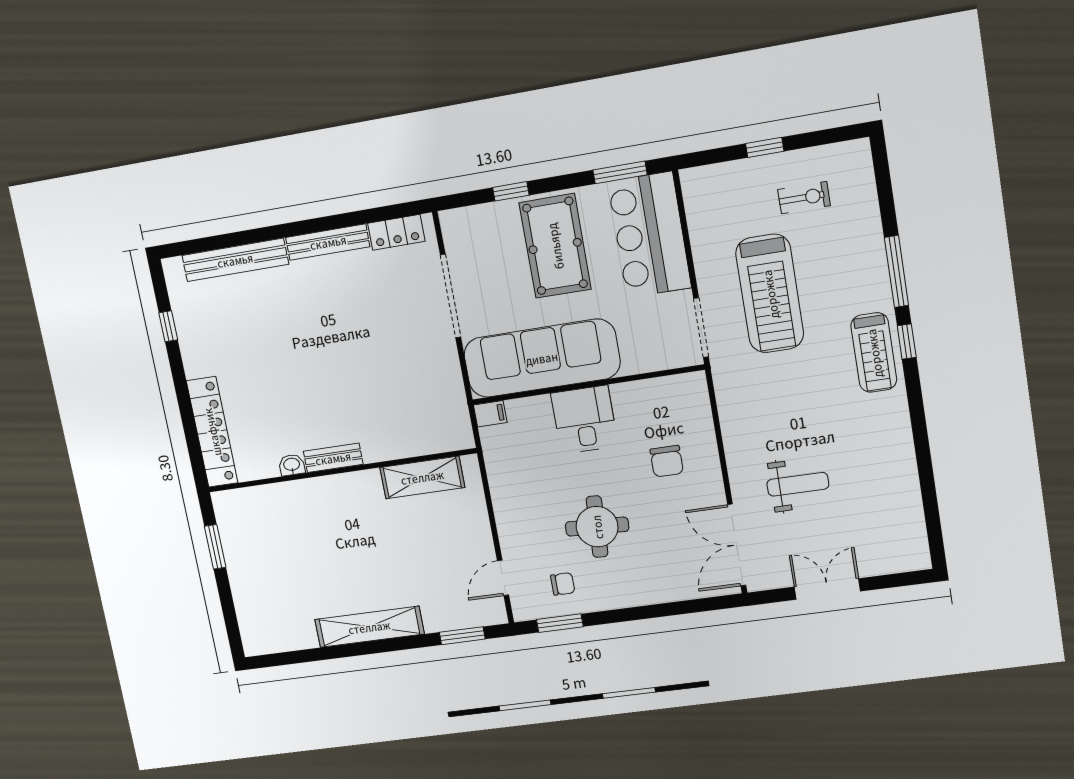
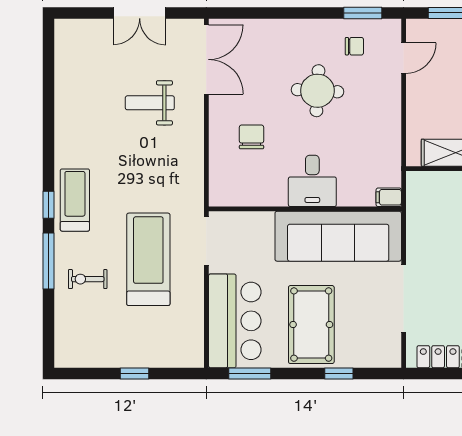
exercise bike: (804, 198) -> (88, 279), moved
chair: (563, 584) -> (354, 46), turned 180

